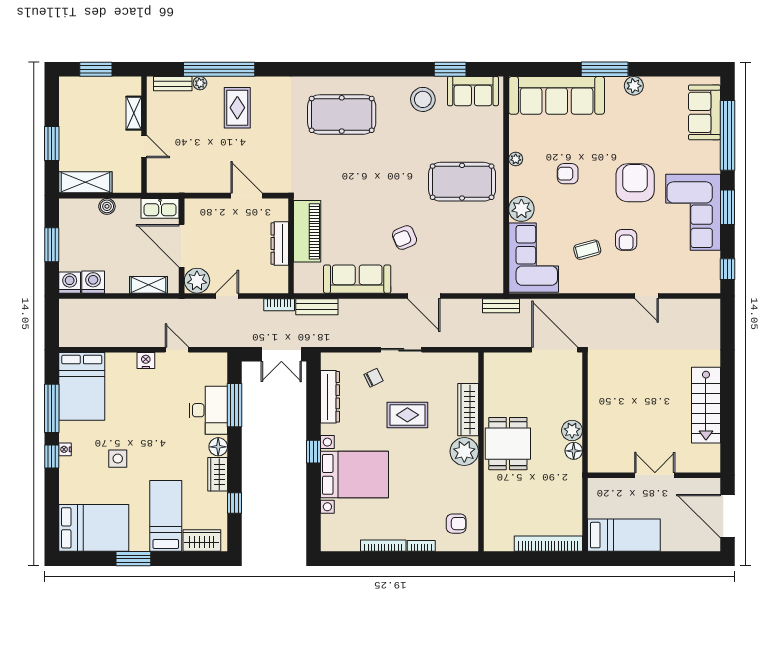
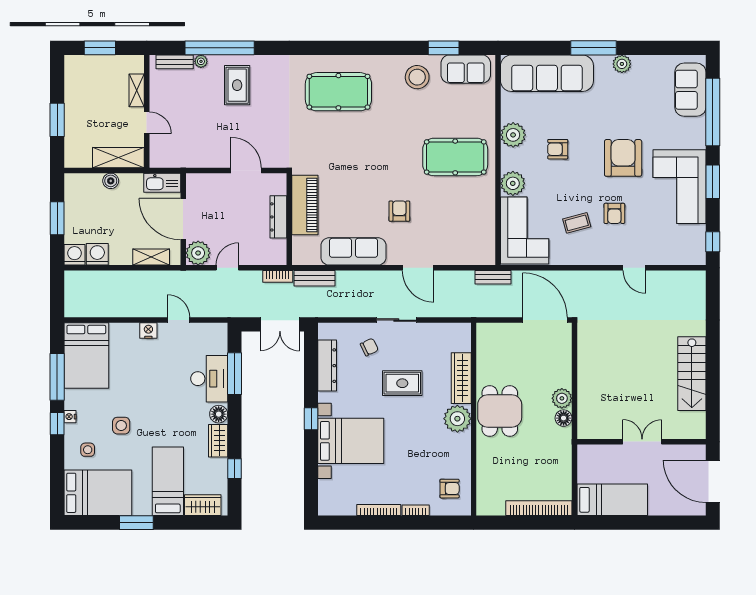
plant: (516, 159) -> (513, 135), width x1.88, depth x1.88
shelving: (85, 182) -> (118, 158), moved
armchair: (404, 238) -> (399, 211), turned 113
side table: (83, 483) -> (88, 450), added

